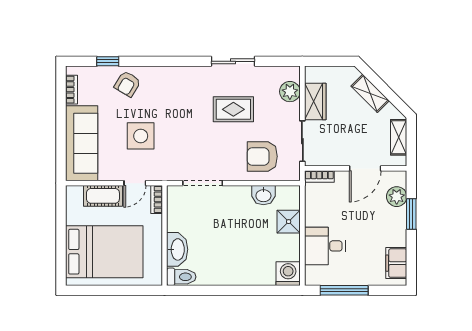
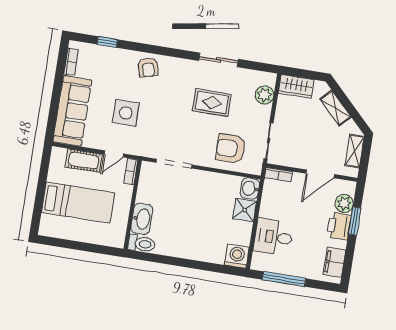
armchair: (127, 84) -> (148, 67), moved, turned -46
wardrobe: (315, 102) -> (296, 86), moved, turned 90
washbasin: (263, 195) -> (250, 188), moved, turned 90
printer: (395, 222) -> (339, 226), added
bed: (104, 252) -> (78, 203), width x0.67

